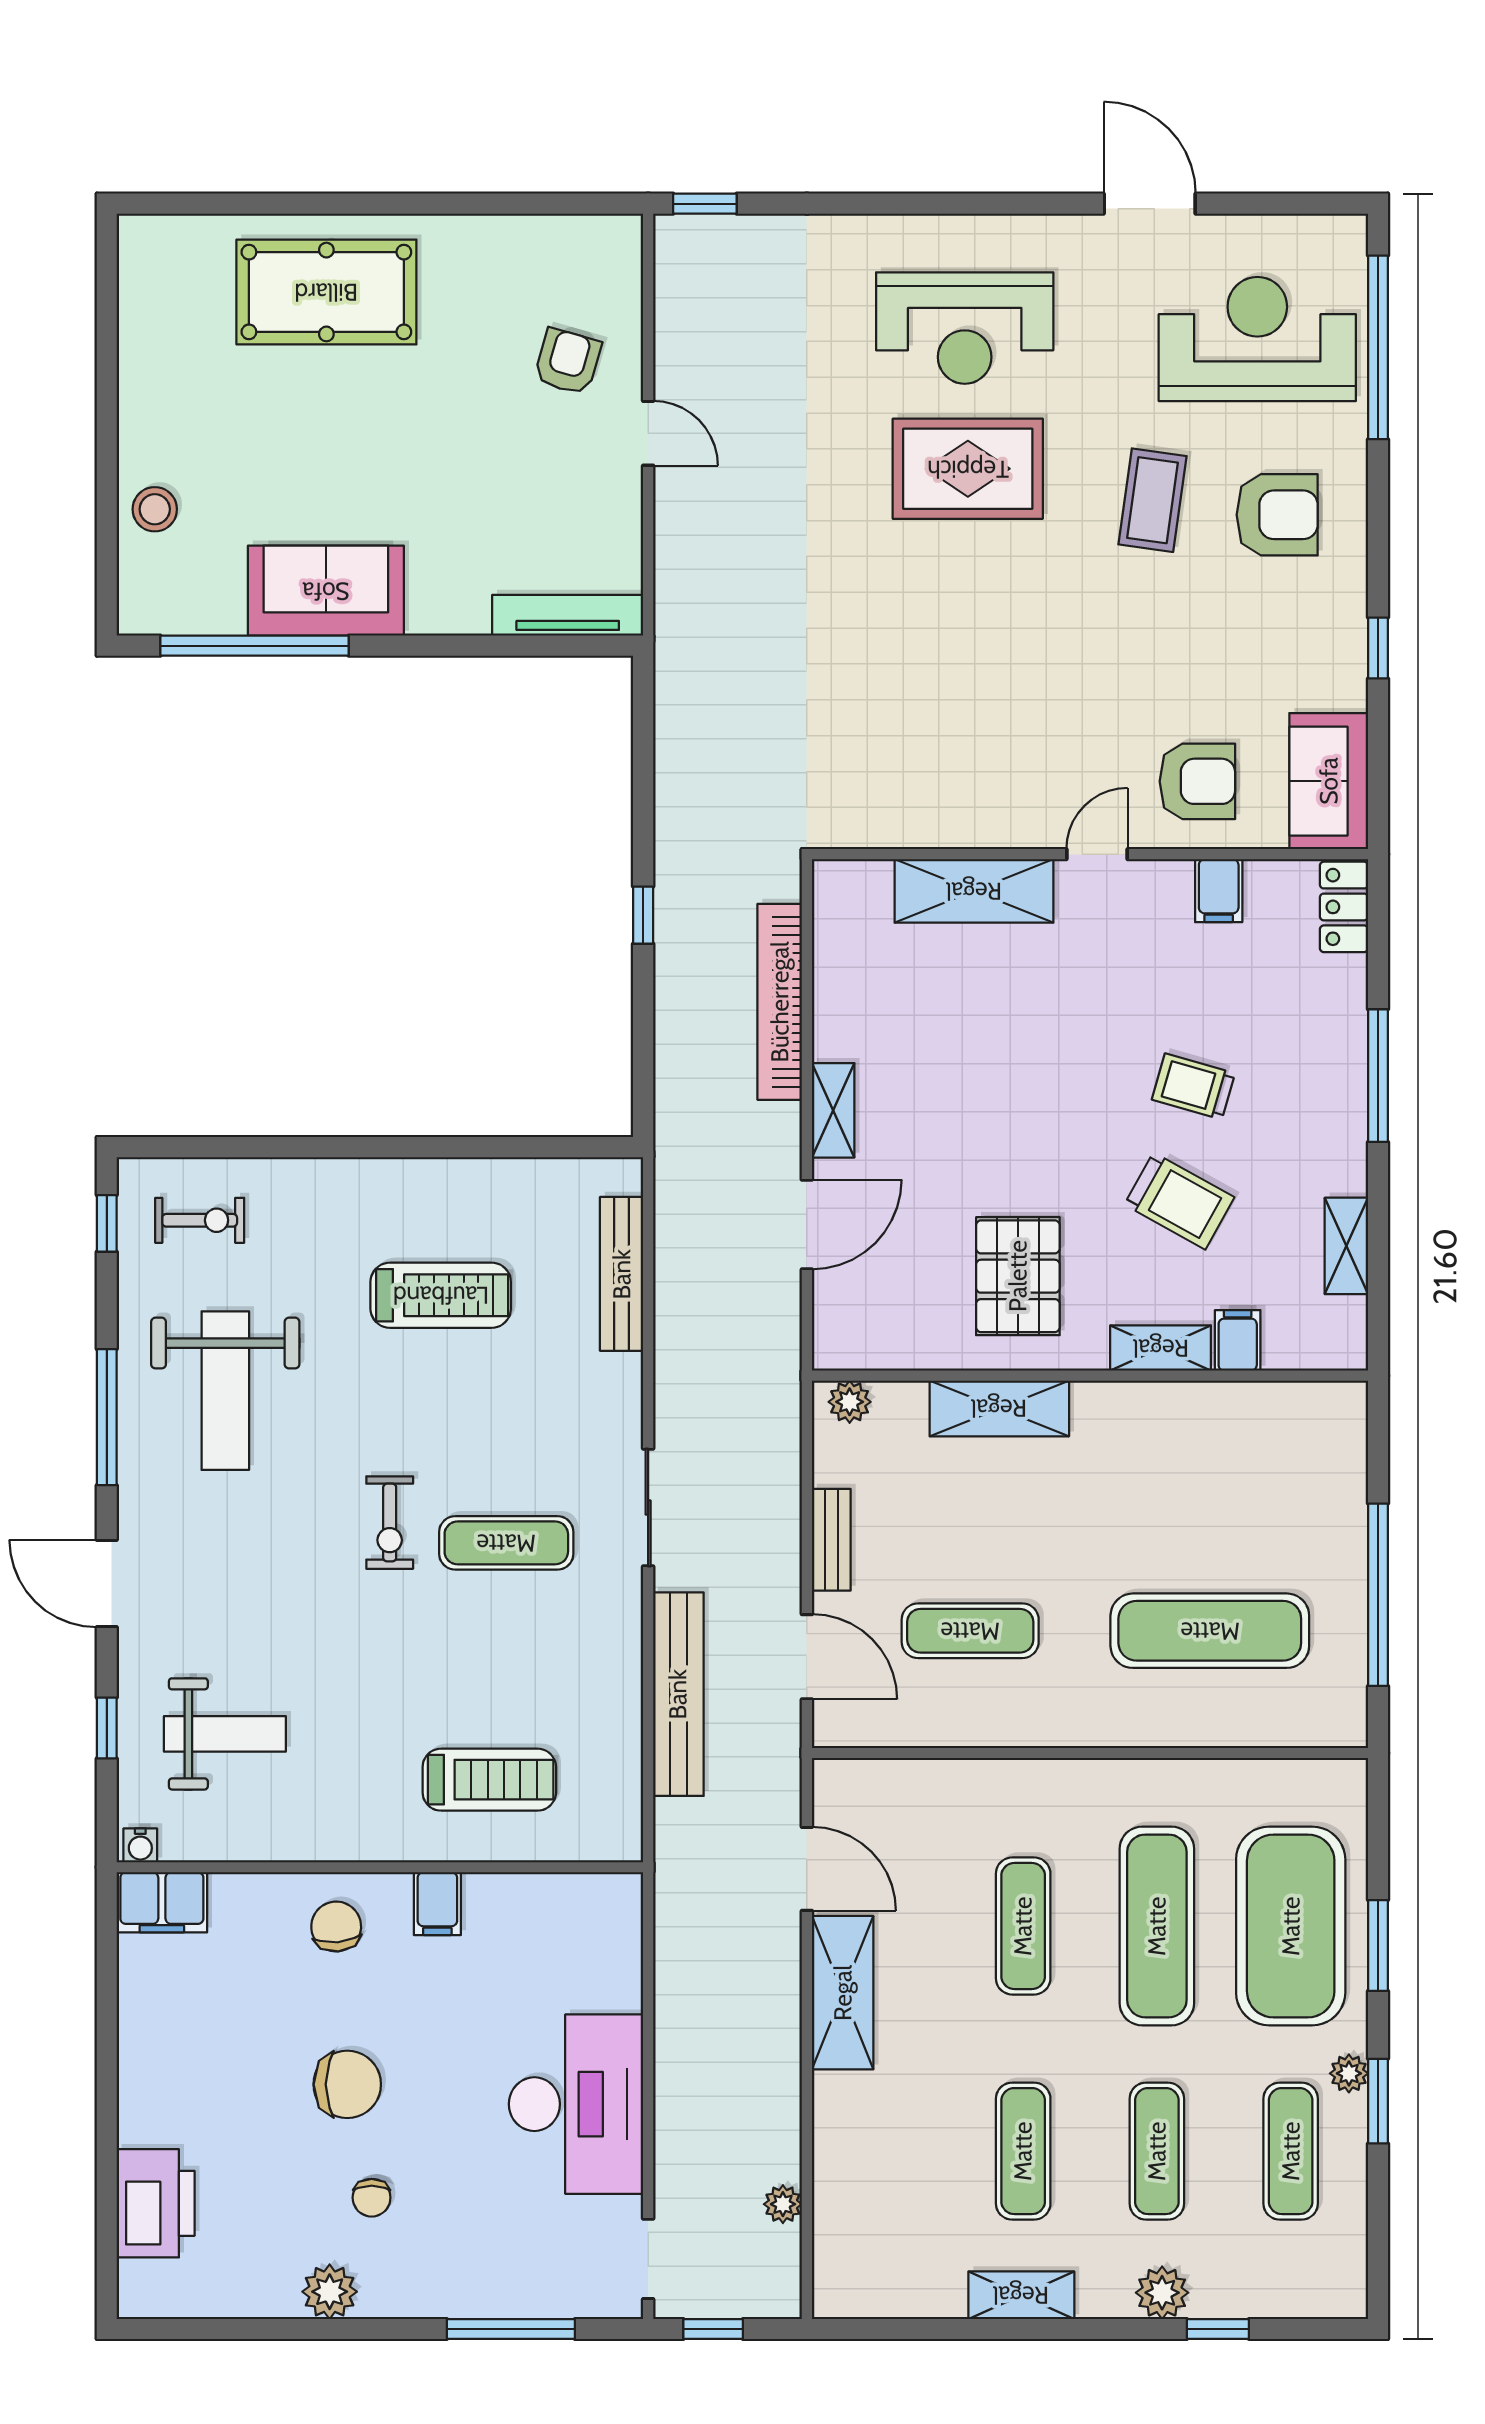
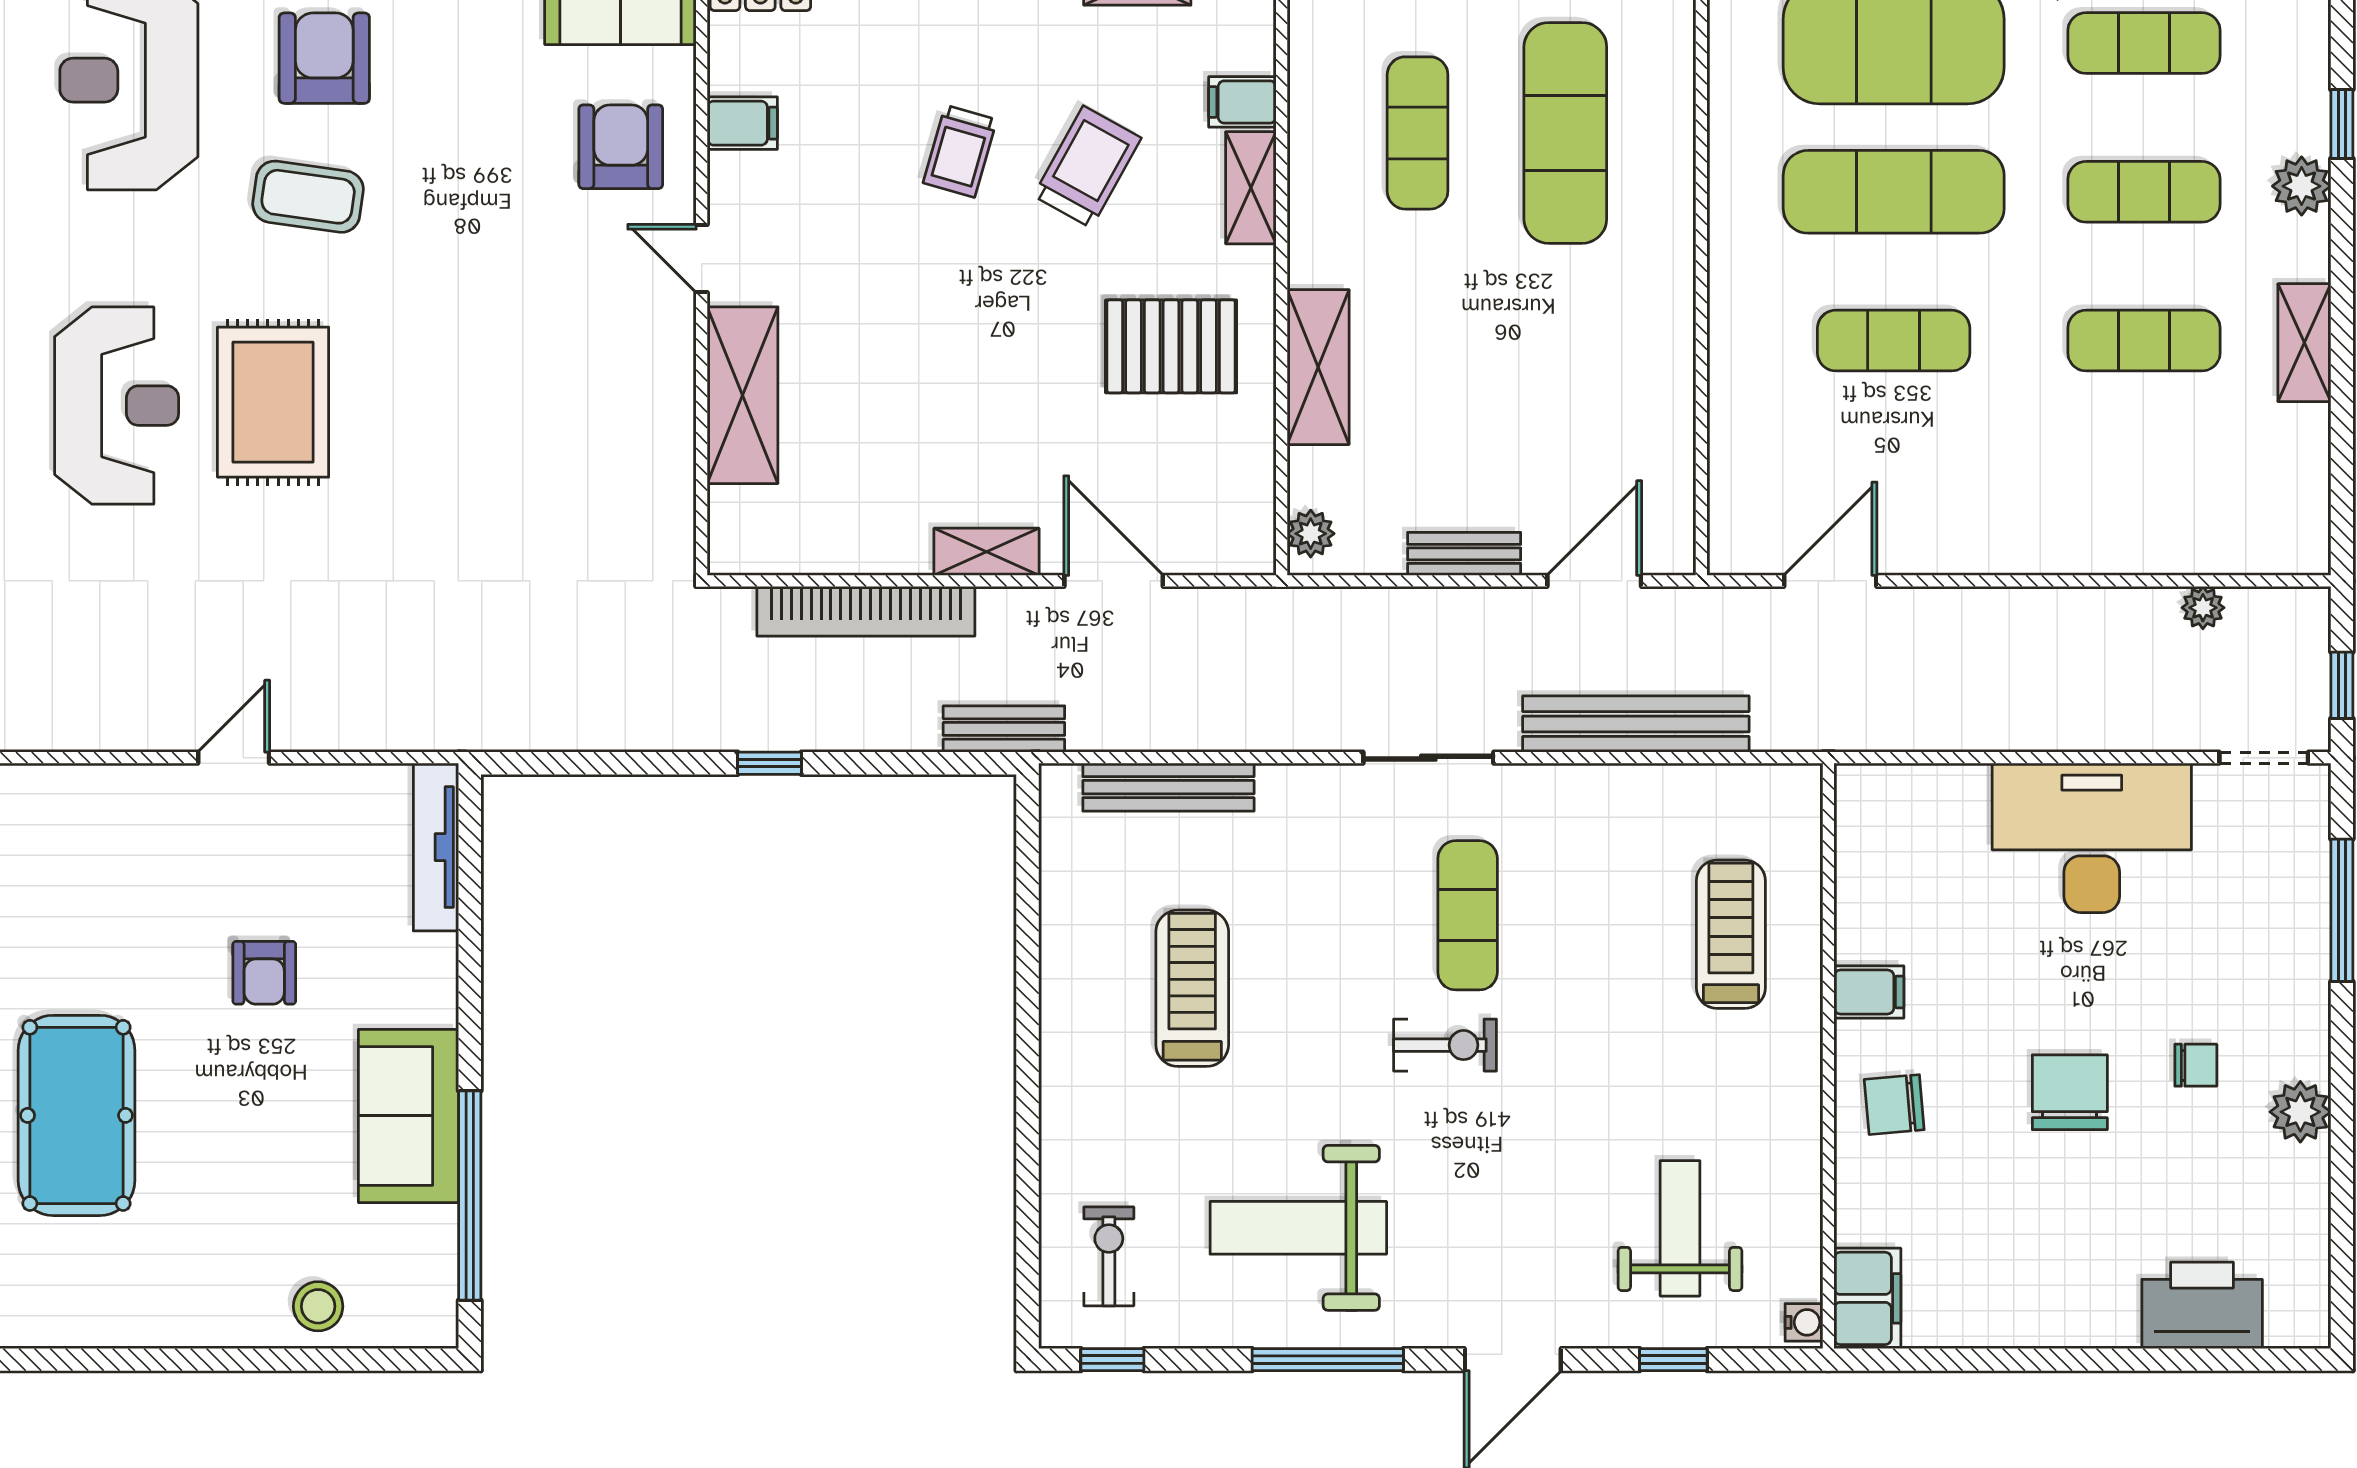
armchair: (568, 362) -> (264, 973), moved, turned -106
bench: (674, 1126) -> (1004, 729), added
weight bench: (225, 1391) -> (1298, 1228), turned 180
exercise mat: (970, 1631) -> (1418, 133), moved
shelving: (843, 1993) -> (1968, 541), removed

